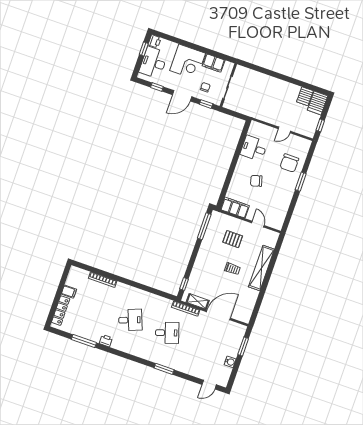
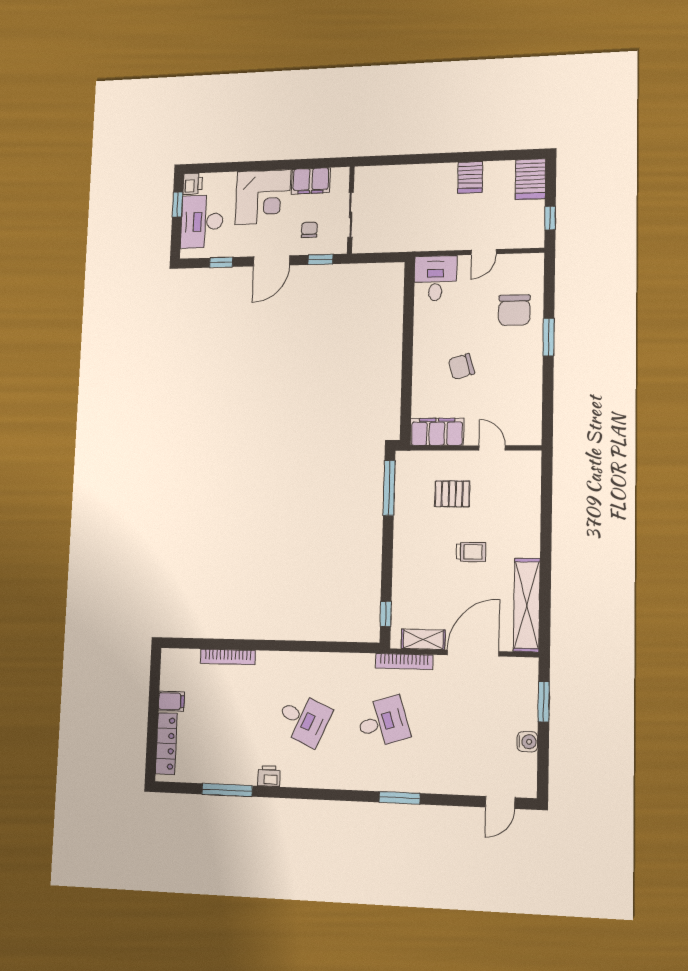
server rack: (305, 96) -> (470, 177), moved
desk: (254, 148) -> (435, 278), moved, turned 90
shelving: (261, 268) -> (527, 605), moved
desk: (130, 320) -> (304, 719), turned 45

